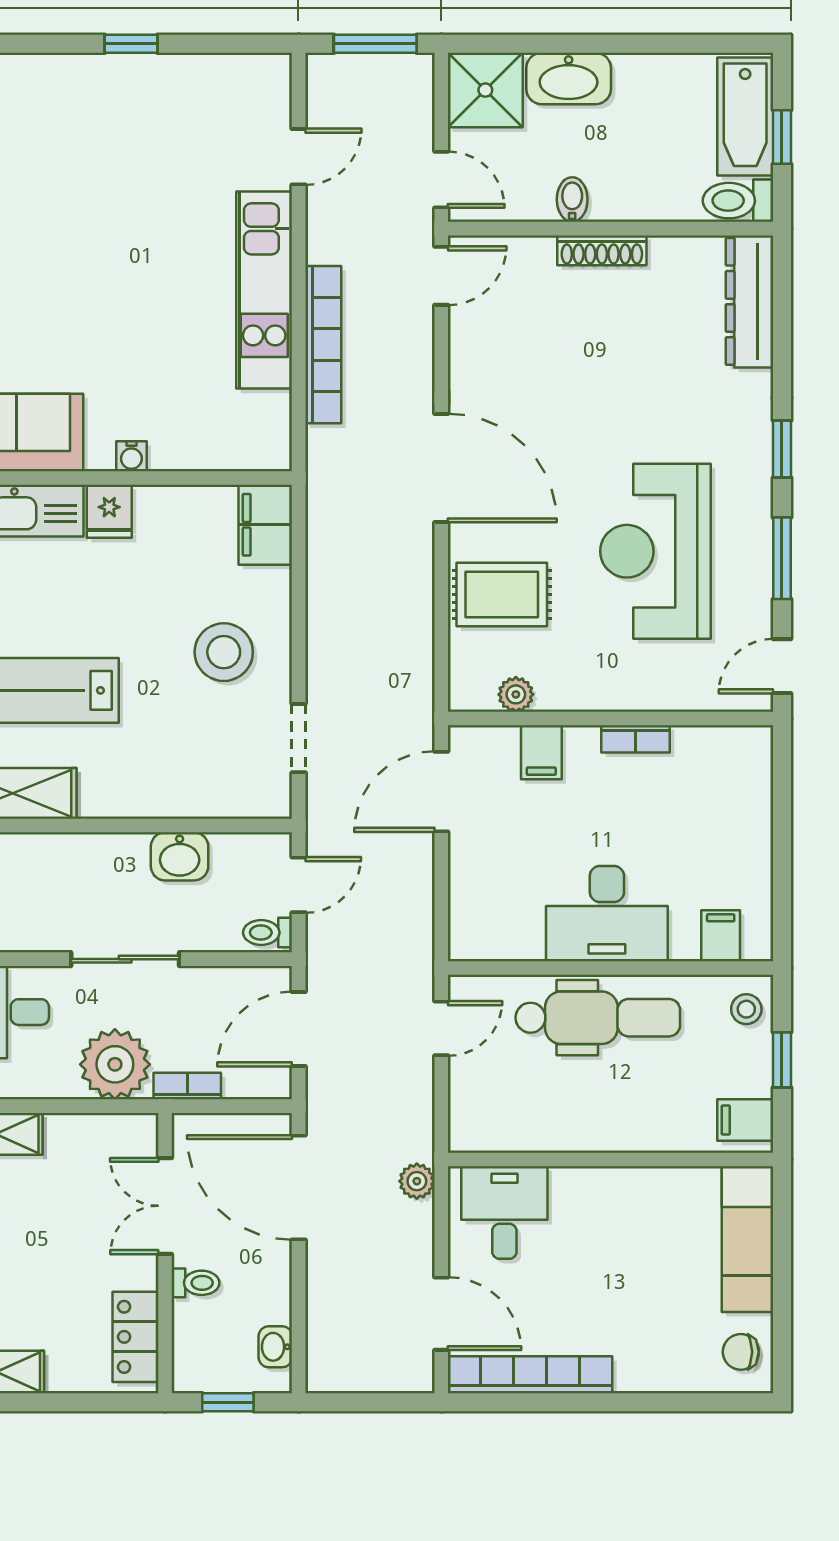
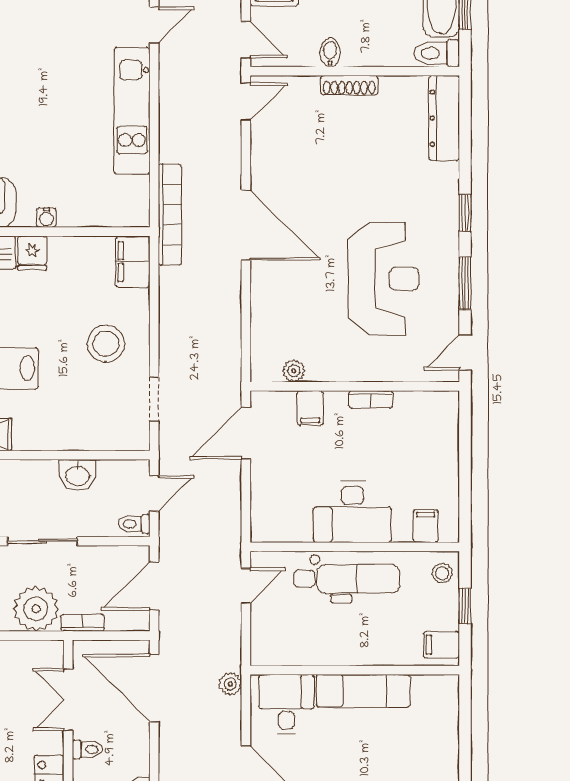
bookcase: (323, 345) -> (170, 215), moved
reception desk: (656, 551) -> (384, 279), turned 180
rug: (502, 594) -> (285, 307), removed
exam couch: (748, 1239) -> (363, 691), moved, turned -90

